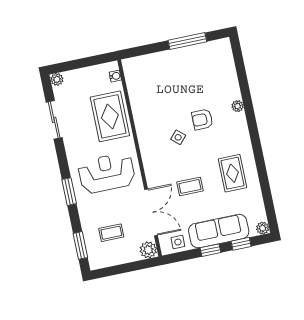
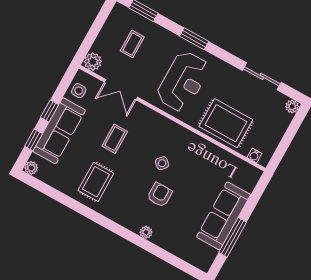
sofa: (178, 61) -> (223, 216), added
rug: (232, 173) -> (96, 182), turned 90
double door: (151, 212) -> (121, 90), width x0.73

